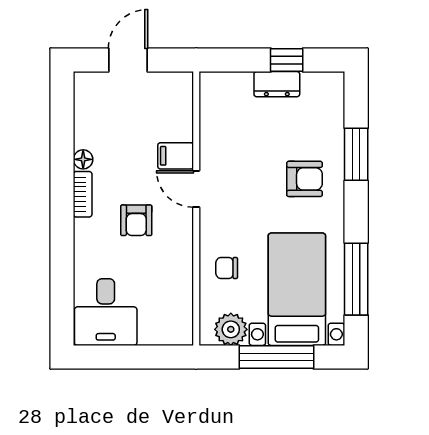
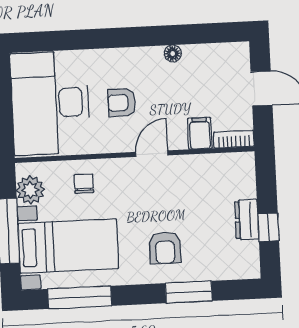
filing cabinet: (176, 156) -> (200, 133), moved
bookcase: (83, 194) -> (234, 139), moved, turned 180
desk: (106, 312) -> (50, 103), width x1.87, depth x1.30

